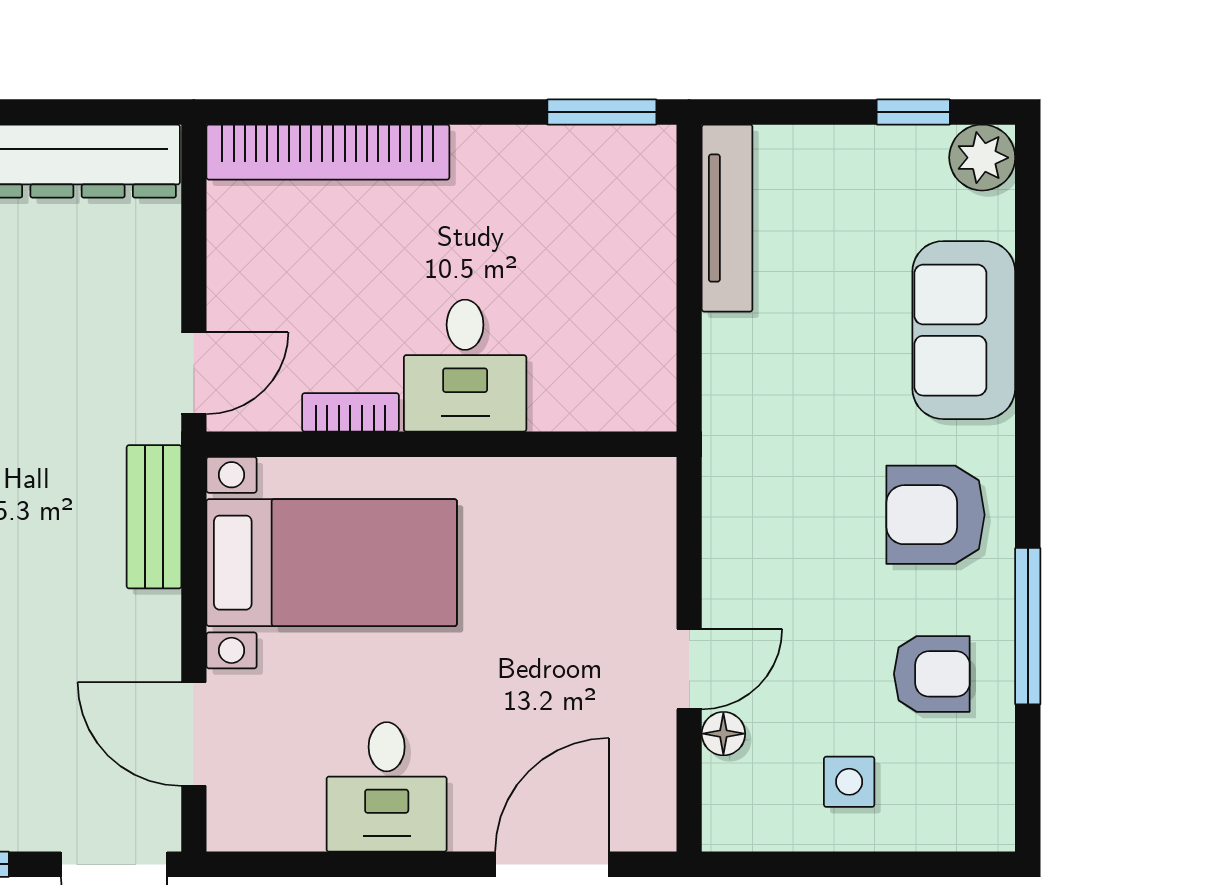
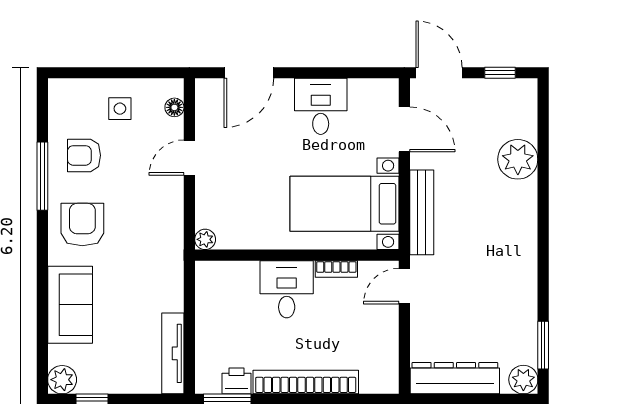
bookcase: (328, 152) -> (306, 382), moved
printer: (581, 155) -> (236, 381), added
plant: (653, 481) -> (205, 239), added
armchair: (936, 515) -> (82, 225), turned -90
bench: (154, 517) -> (422, 212), width x1.36
floor lamp: (723, 734) -> (174, 107), moved

